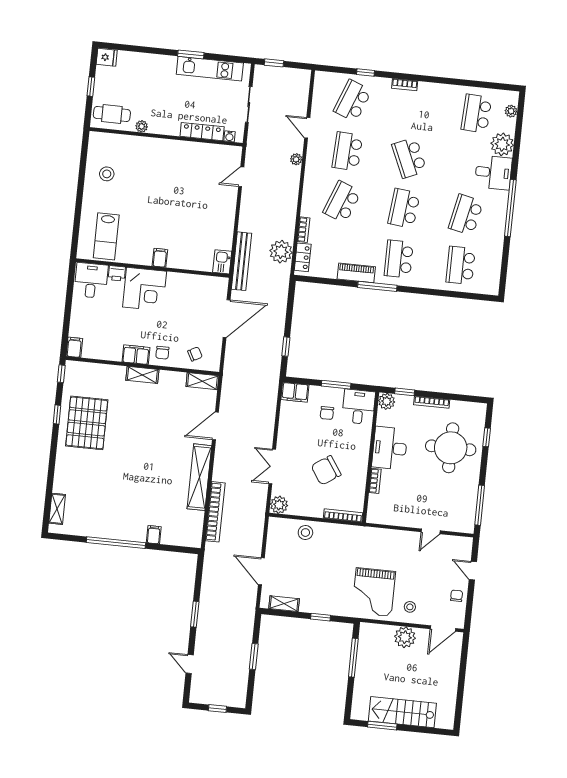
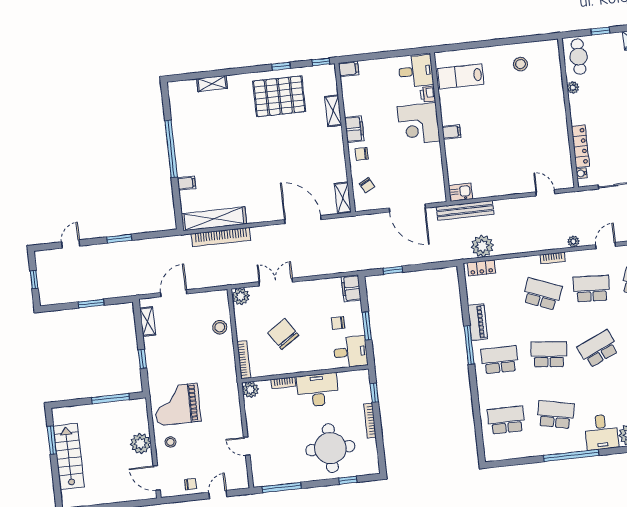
bookcase: (304, 230) -> (553, 258), moved
shelving: (142, 375) -> (333, 111), moved
plant: (387, 401) -> (250, 390), moved
door: (215, 426) -> (303, 220), width x1.36
shelving: (199, 477) -> (214, 219), moved
shelving: (57, 509) -> (212, 84), moved

